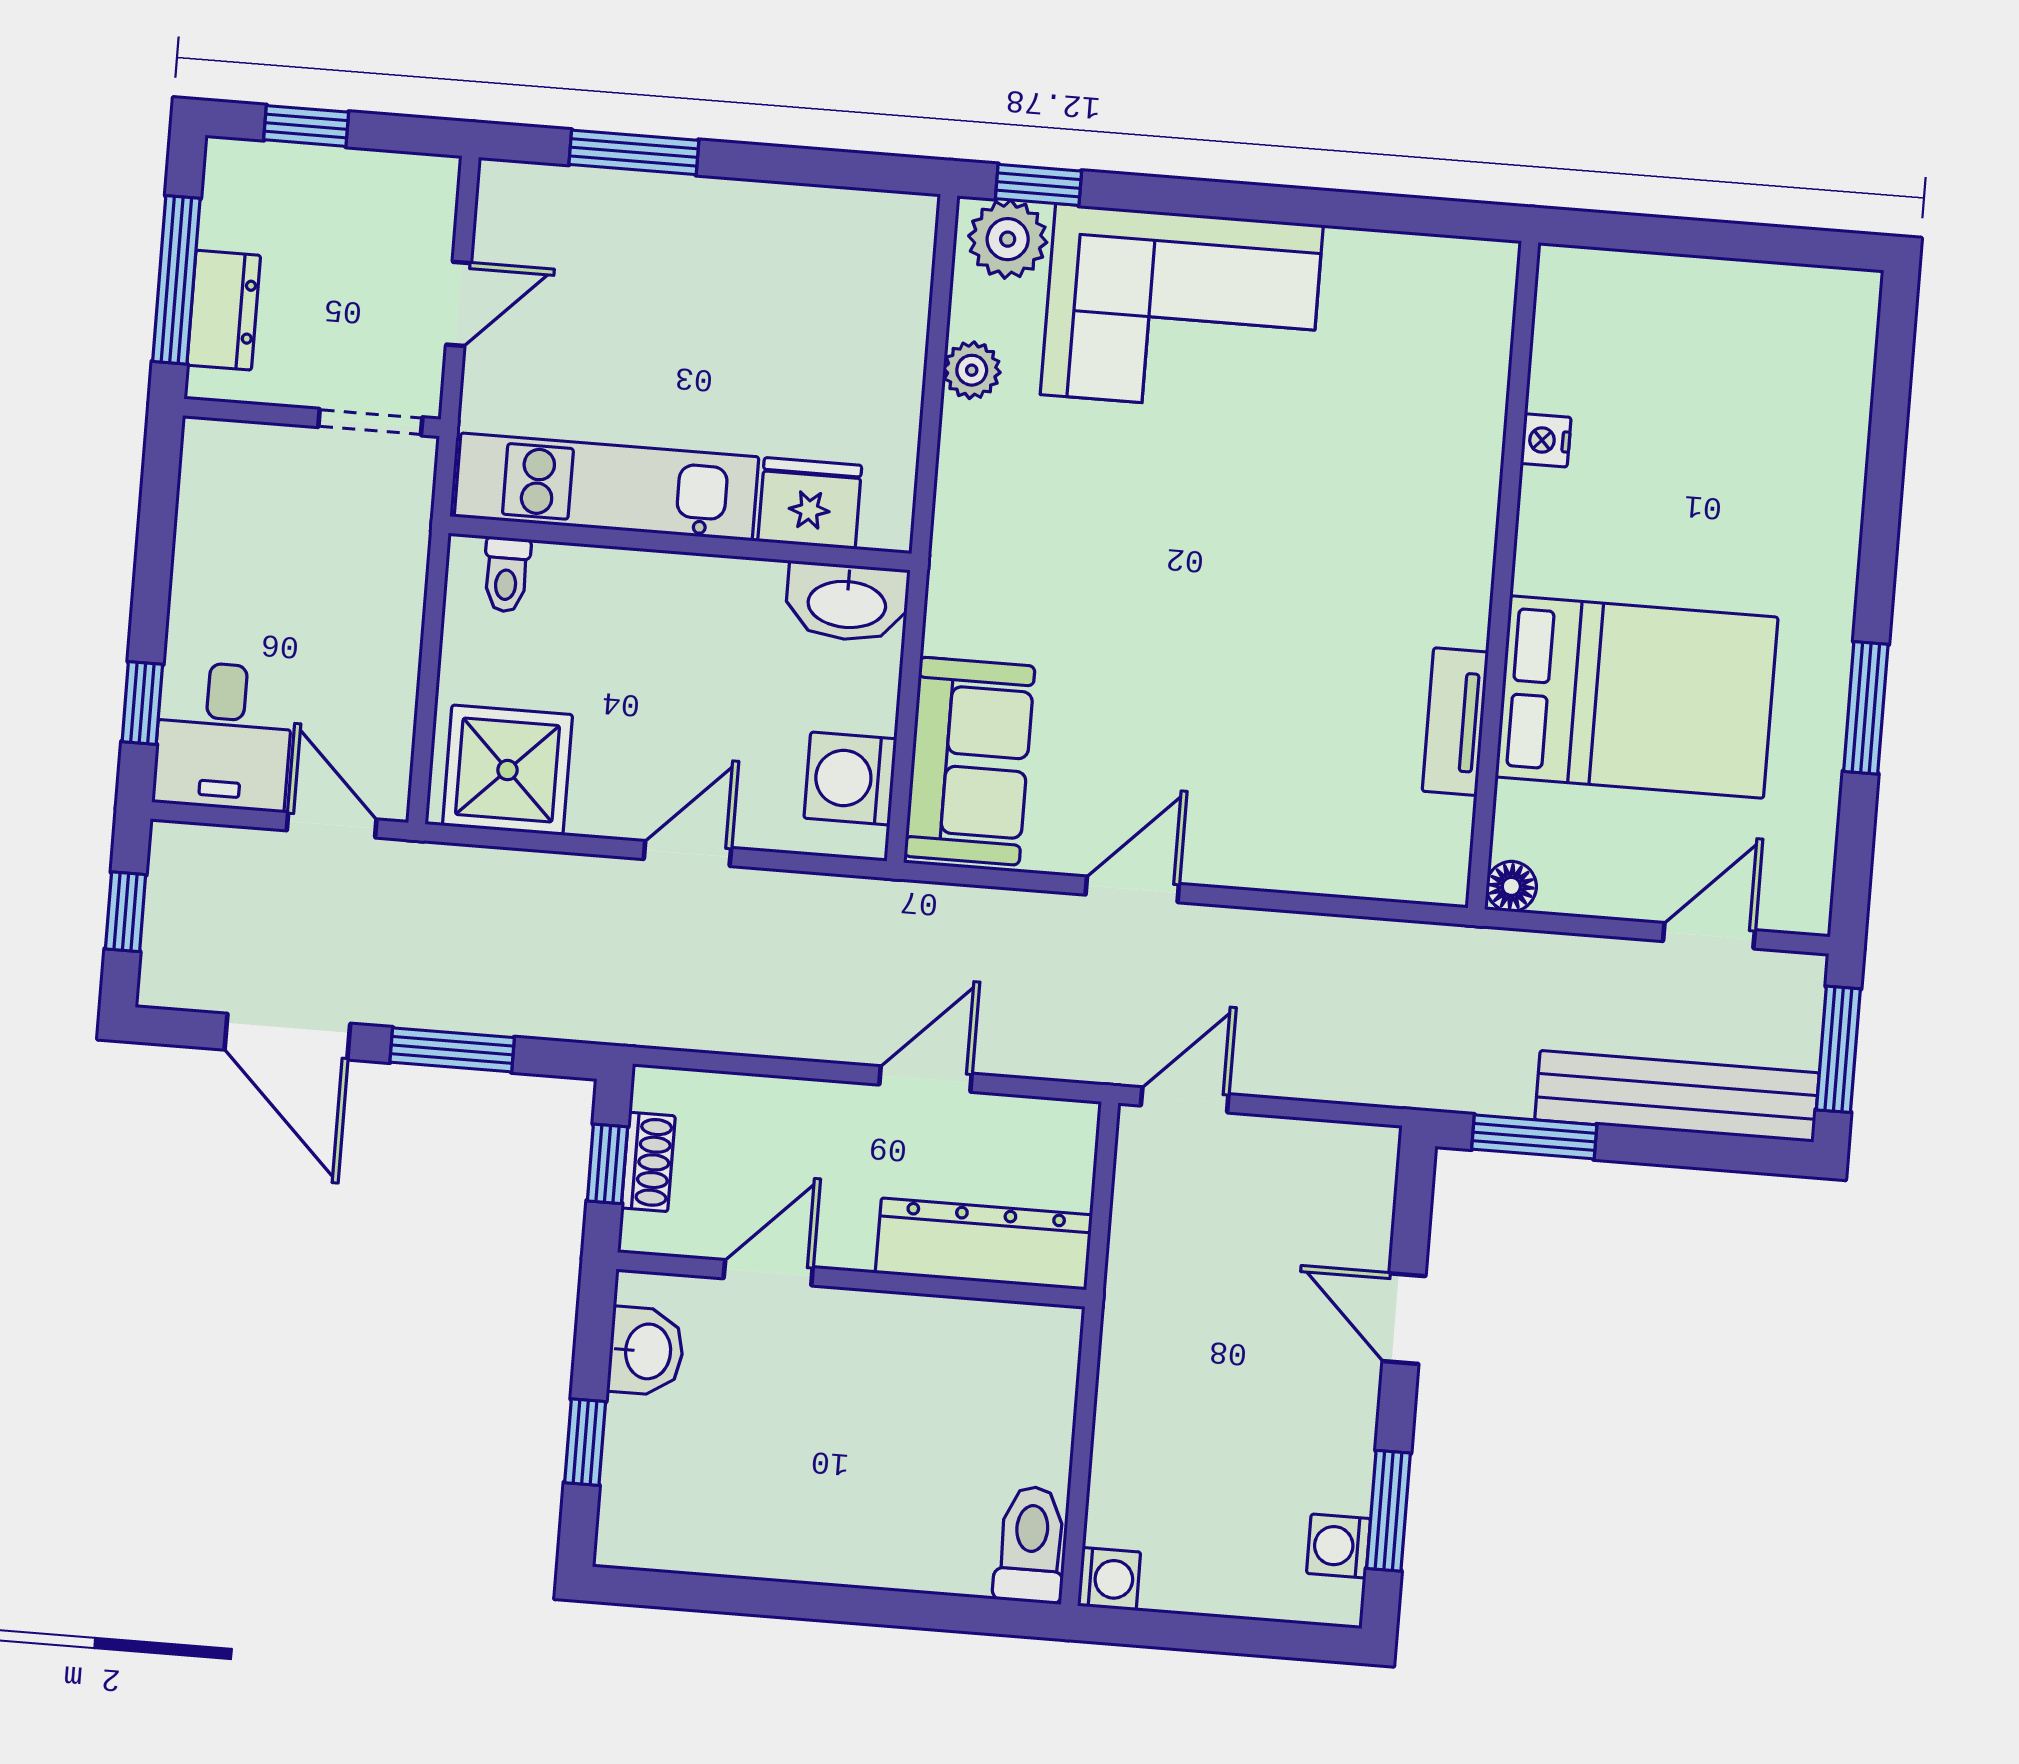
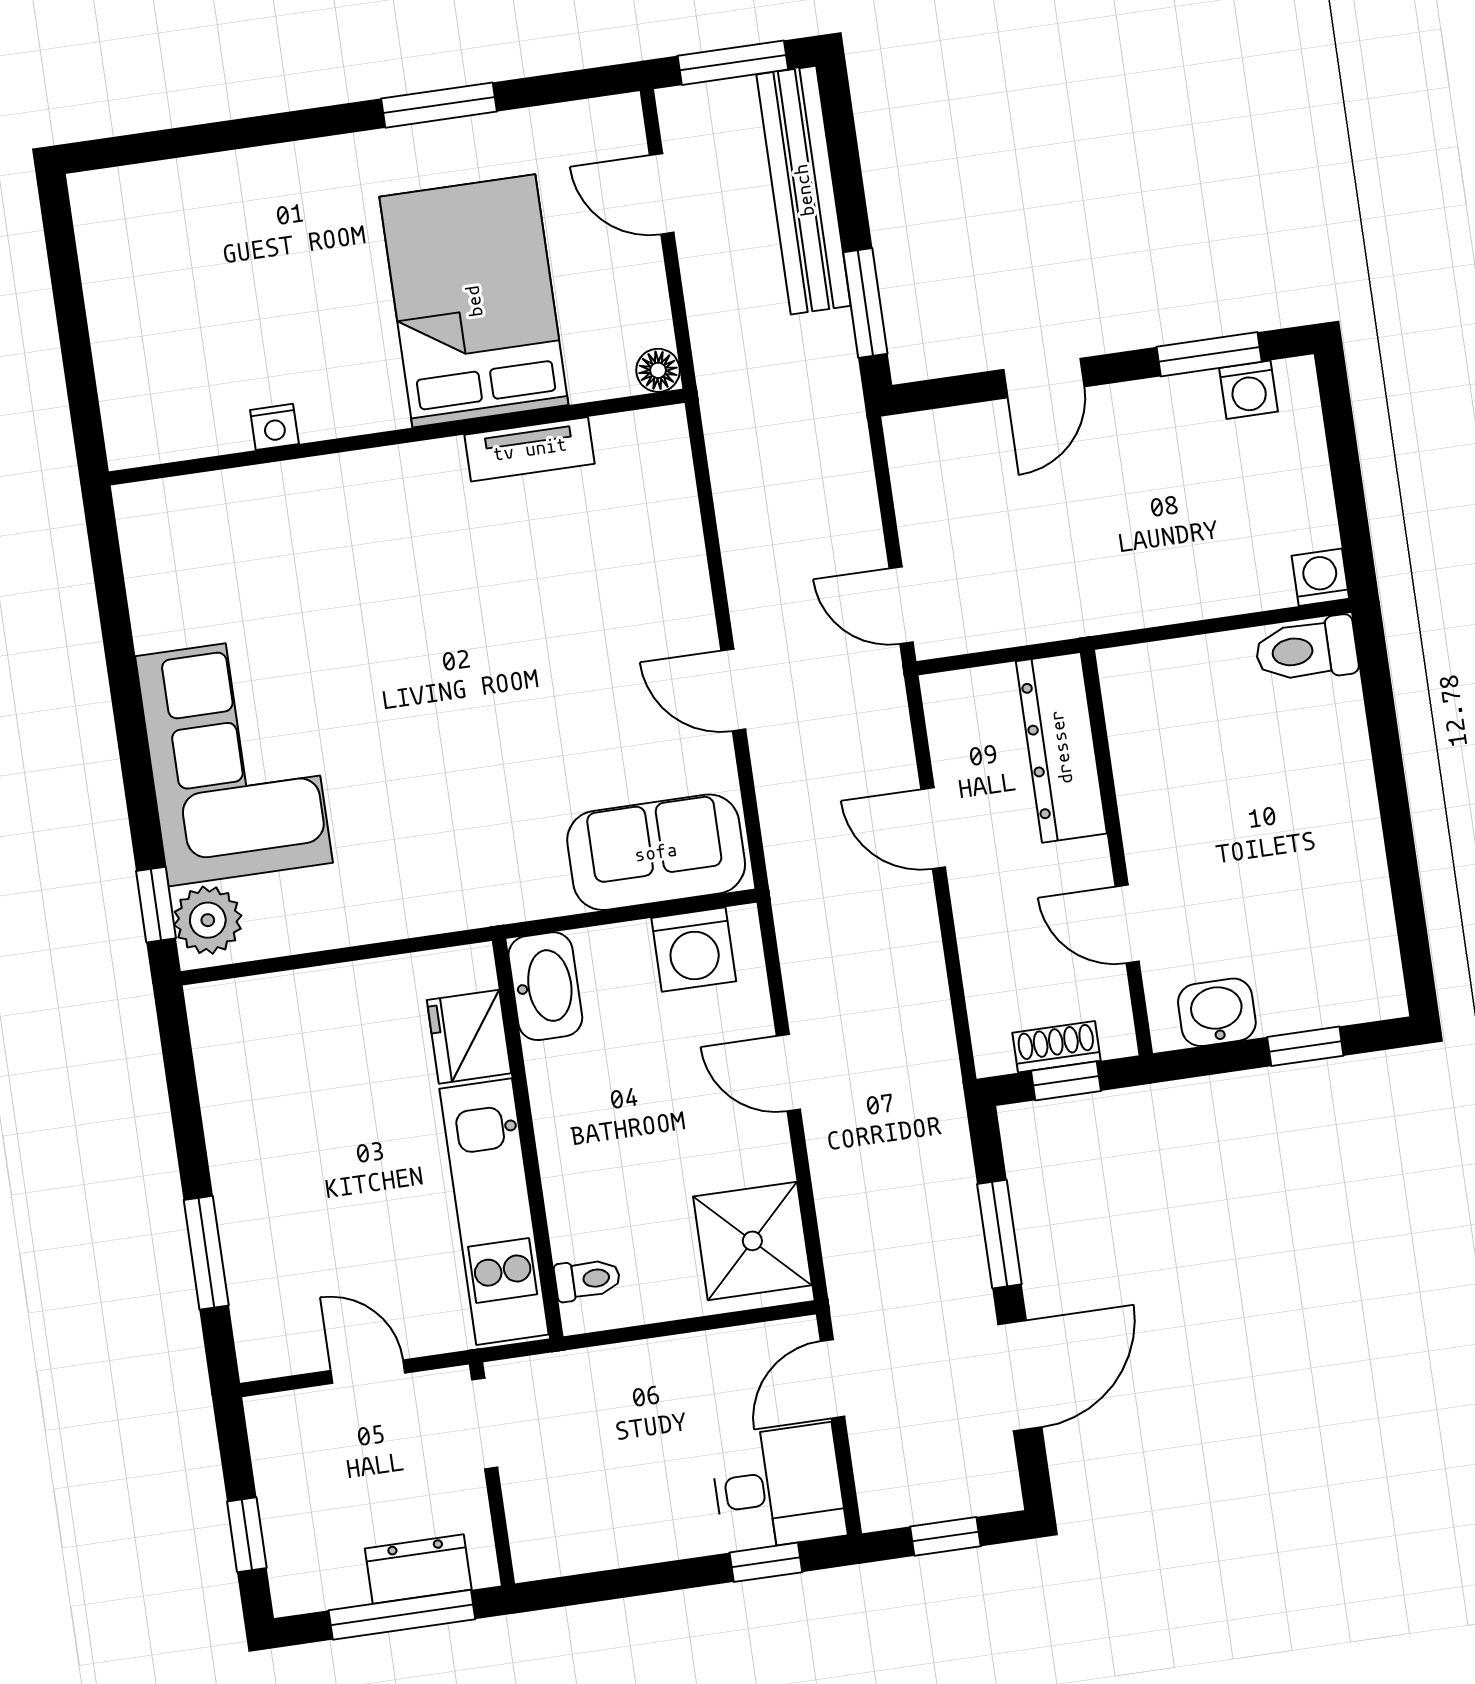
plant: (972, 370) -> (325, 925), removed

